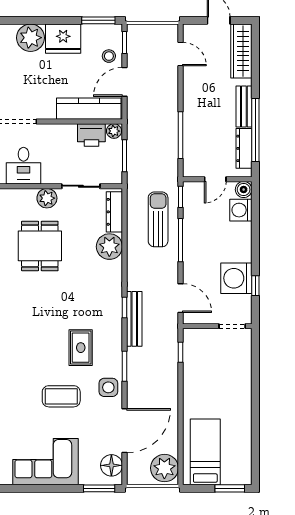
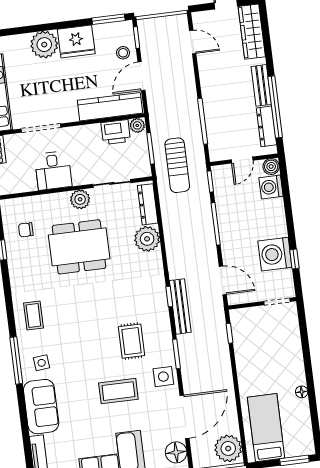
sun lounger: (158, 219) -> (177, 165), moved, turned 180
dining table: (40, 246) -> (79, 247), width x1.38
floor lamp: (246, 420) -> (302, 392), added

